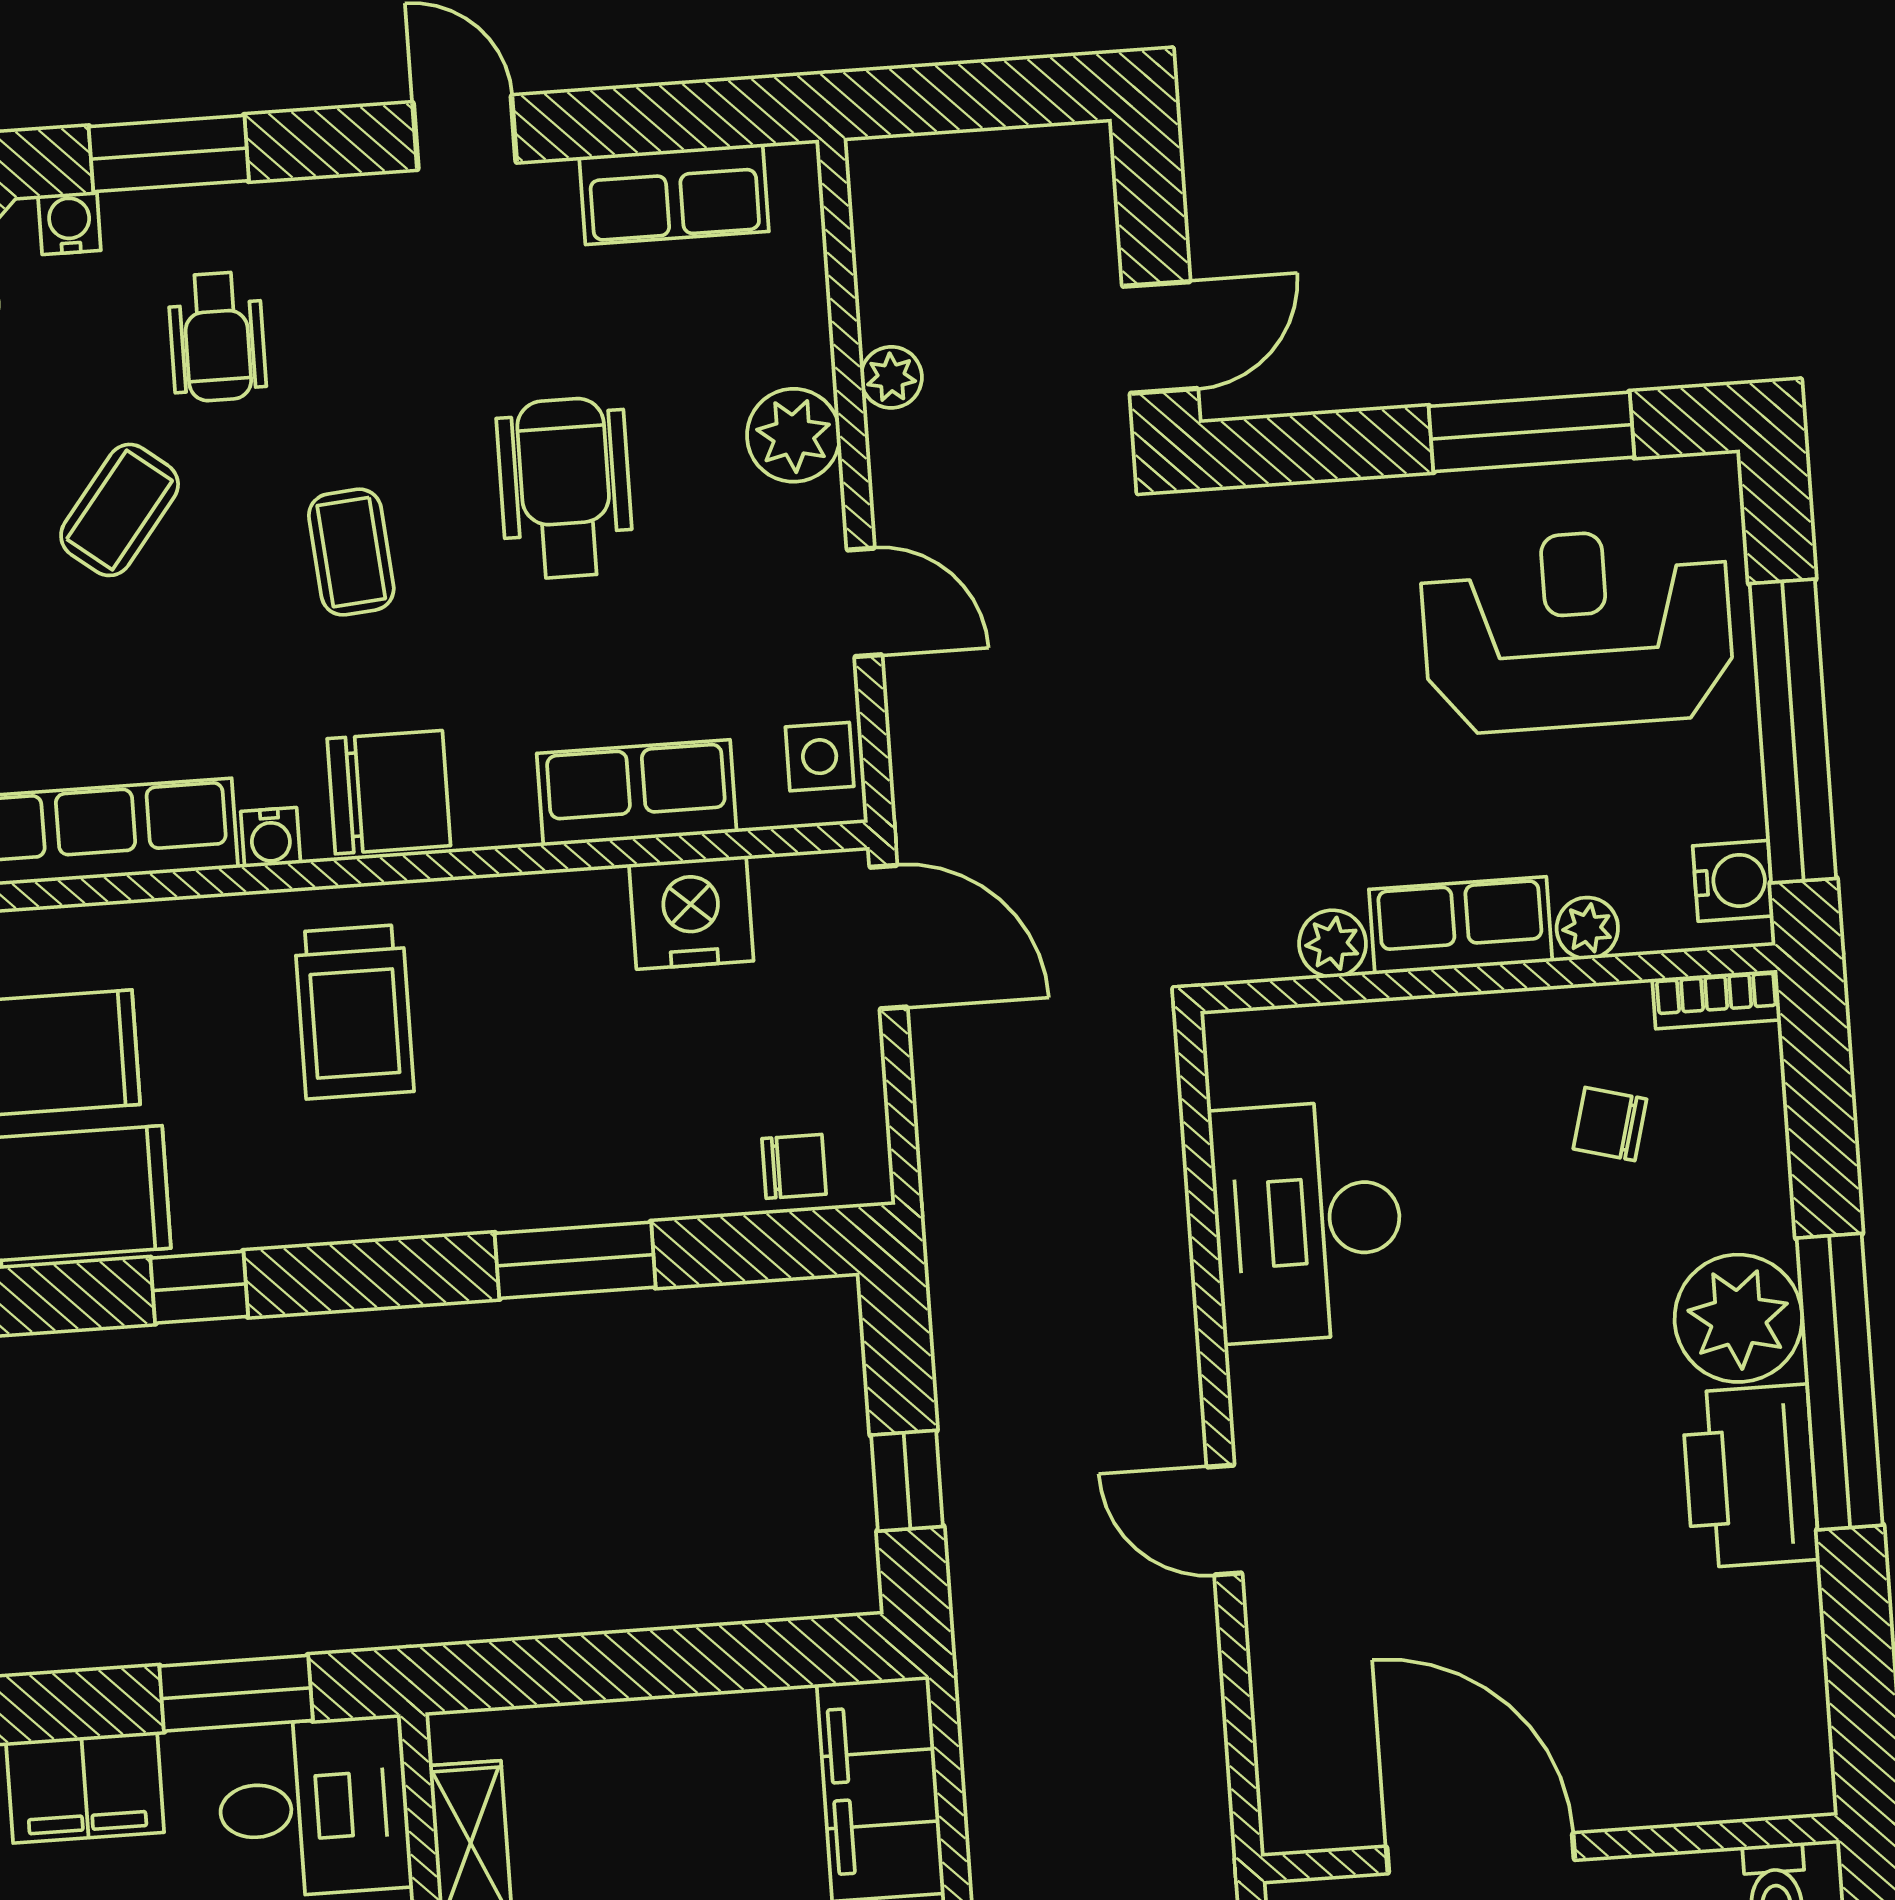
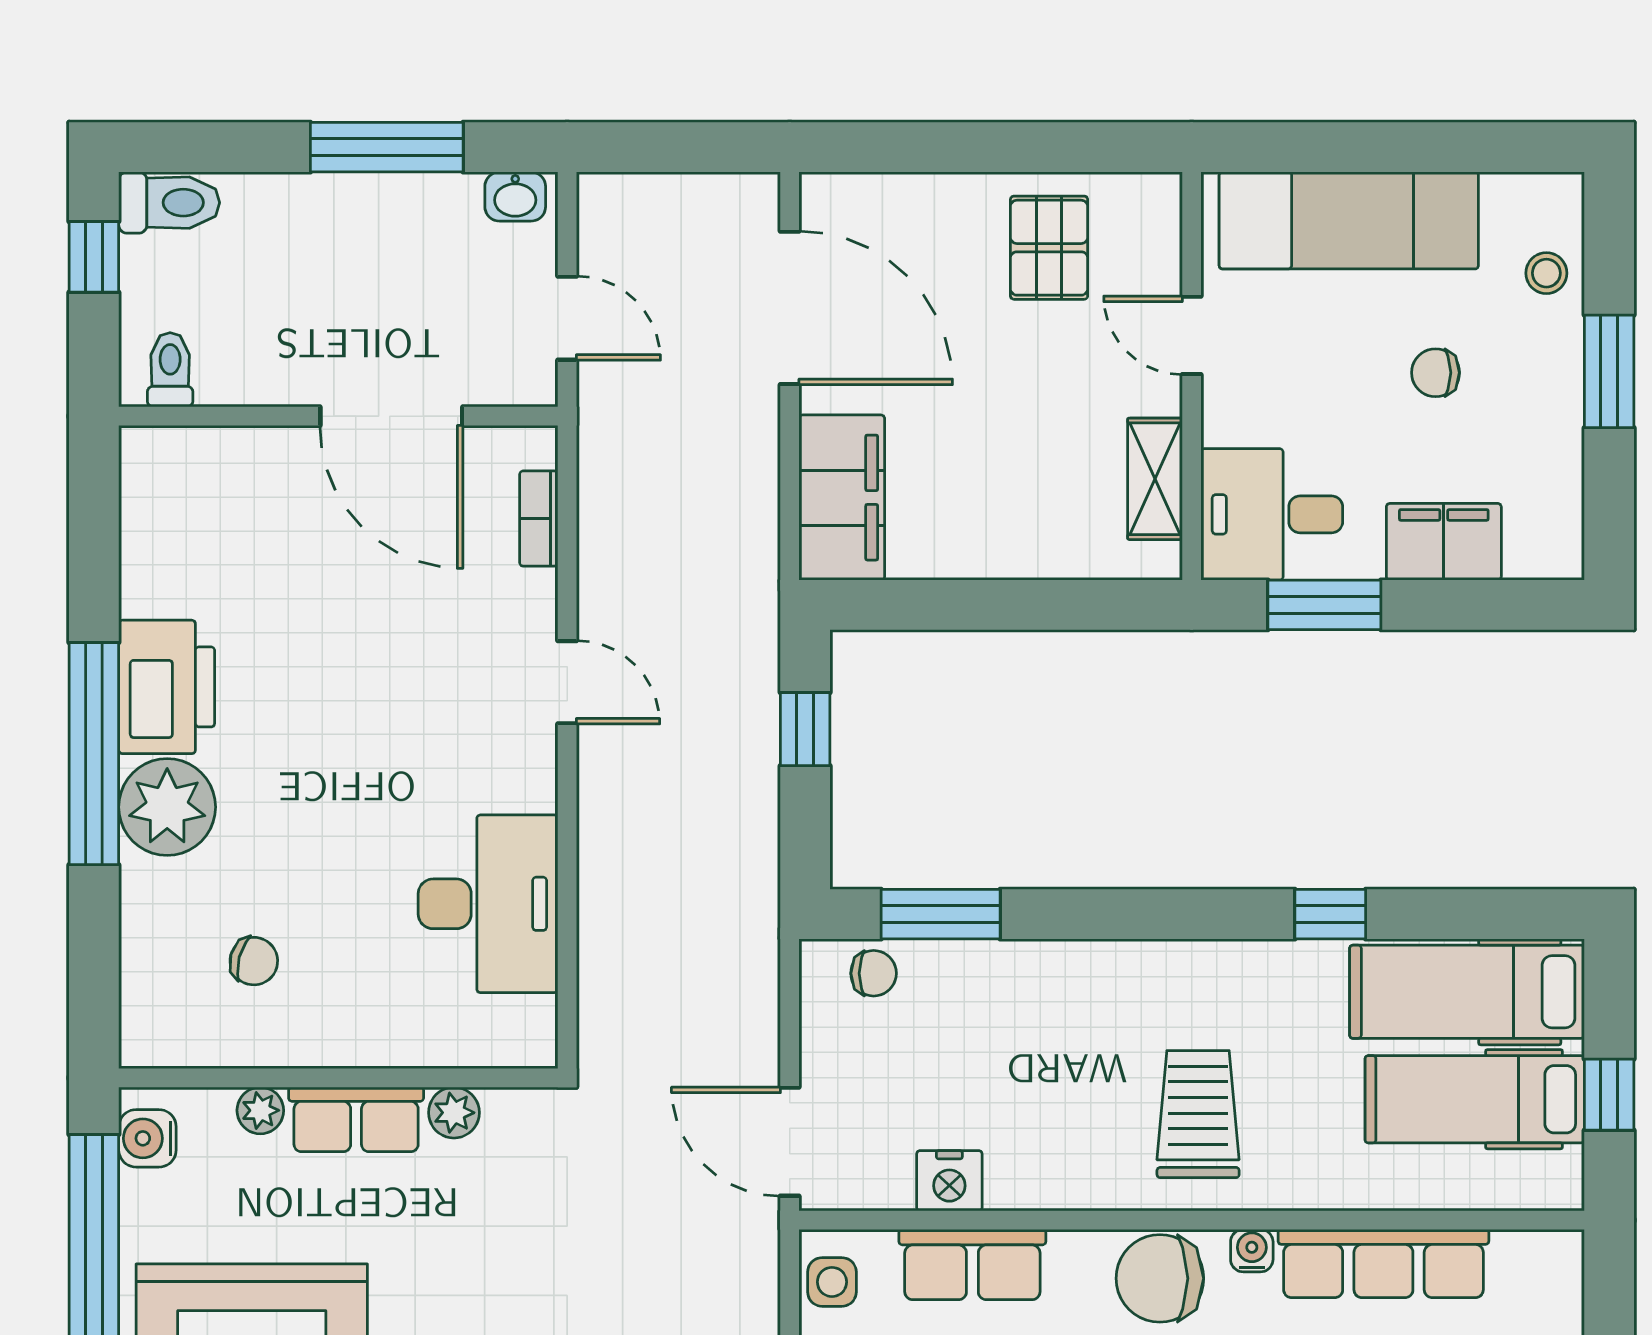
nightstand: (691, 913) -> (949, 1181), width x0.74, depth x0.75
bookcase: (1717, 999) -> (539, 519), moved, turned -90
chair: (794, 1166) -> (874, 973), turned 180
window: (575, 1260) -> (941, 914), moved

